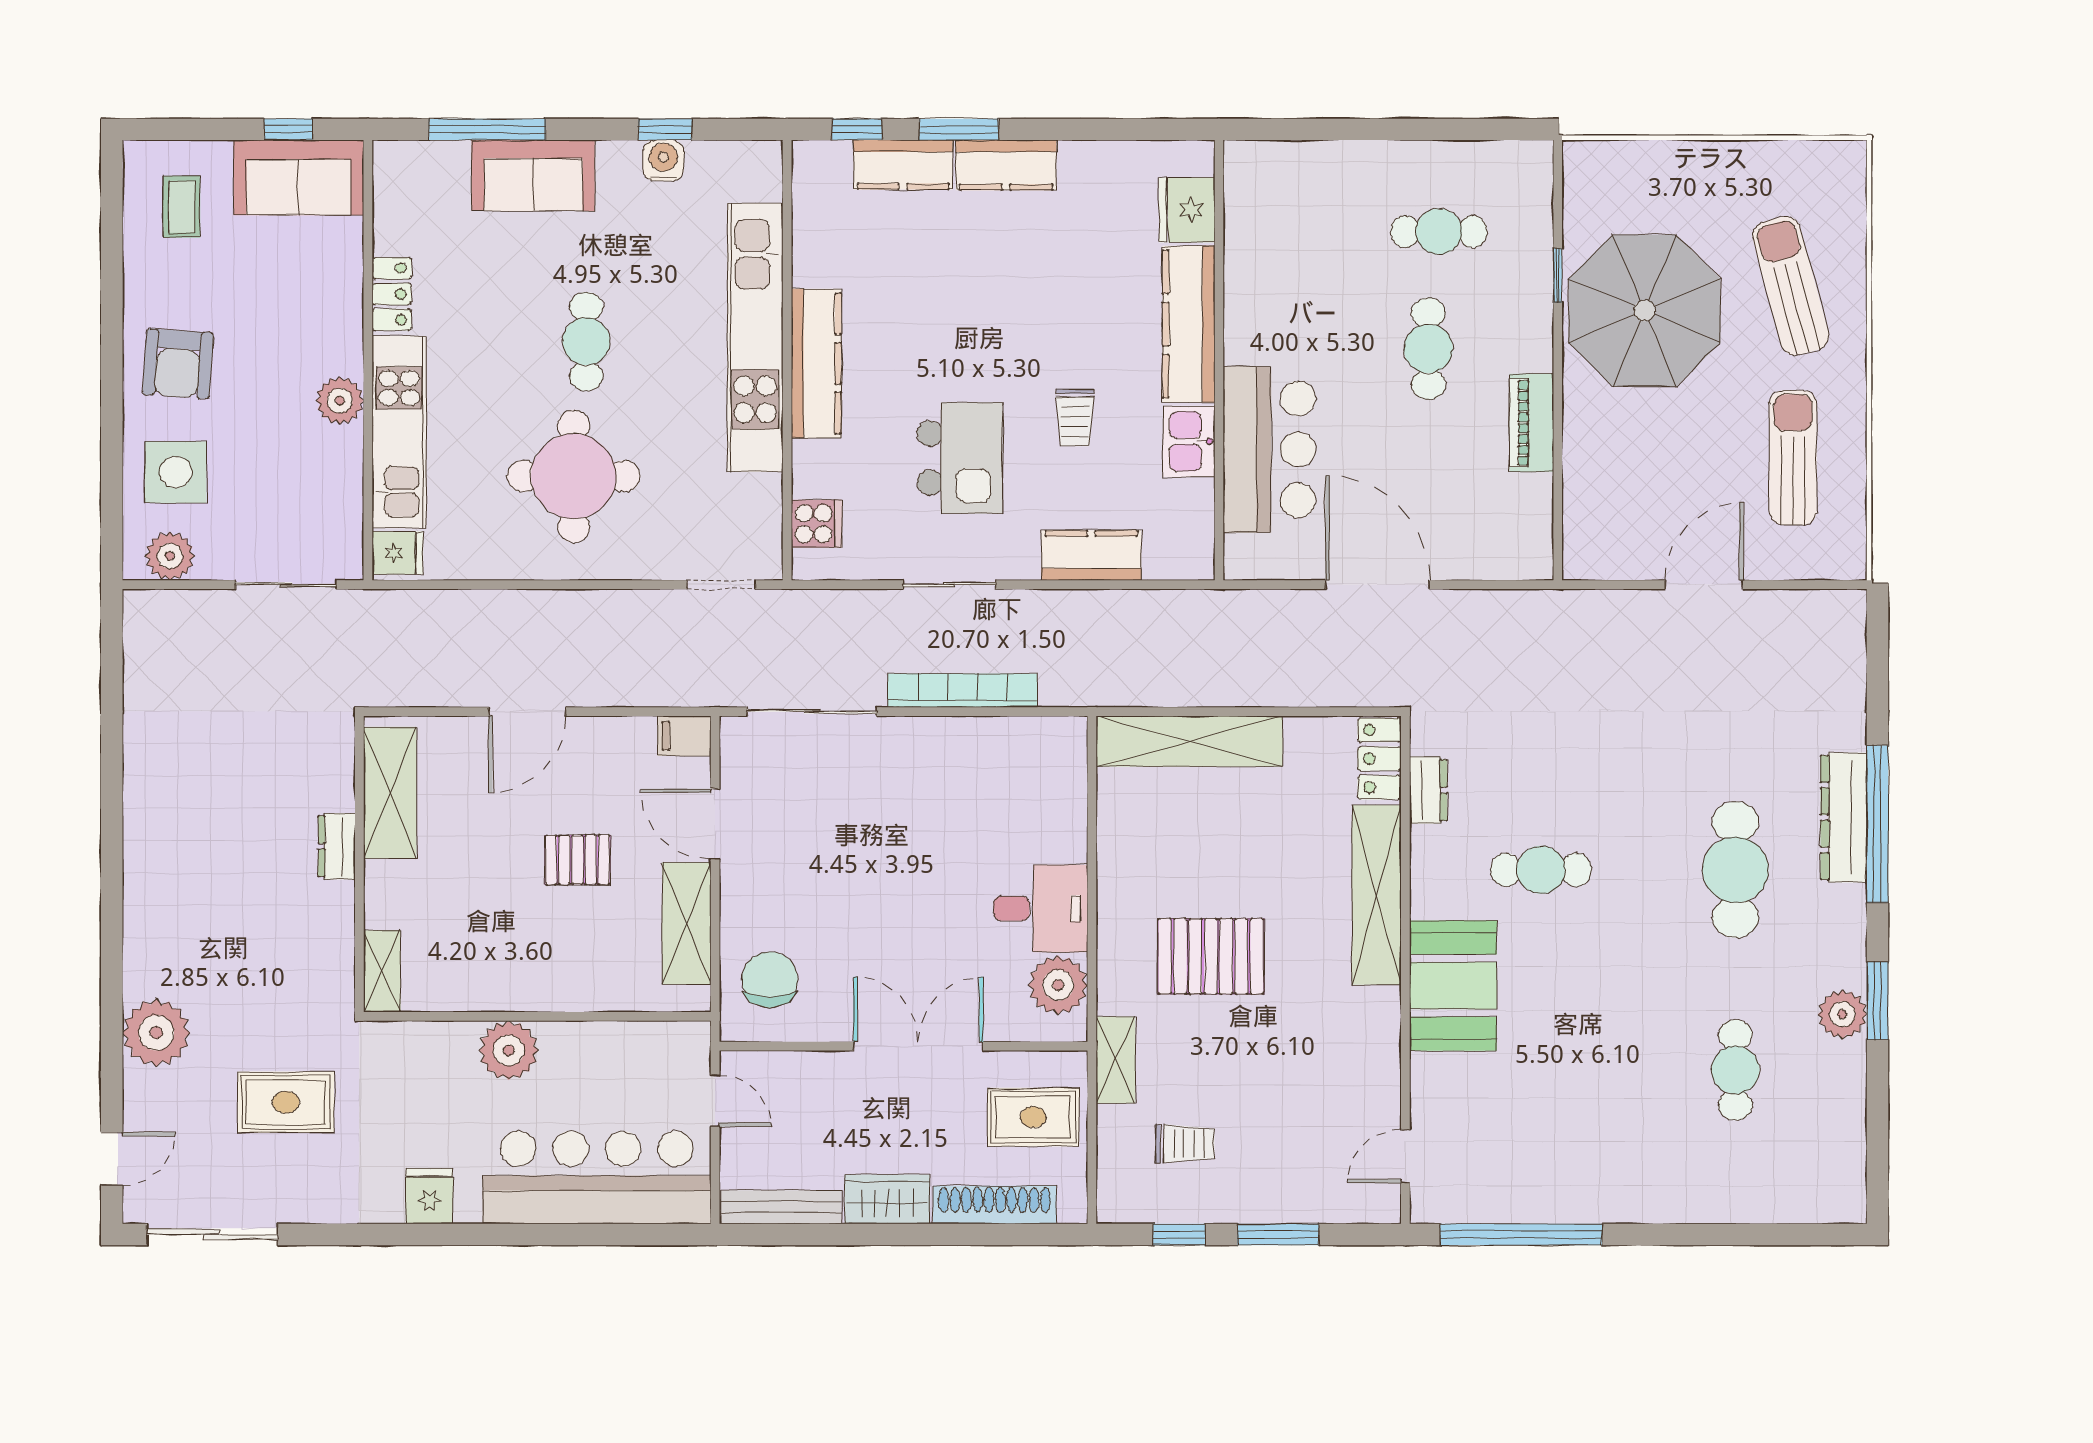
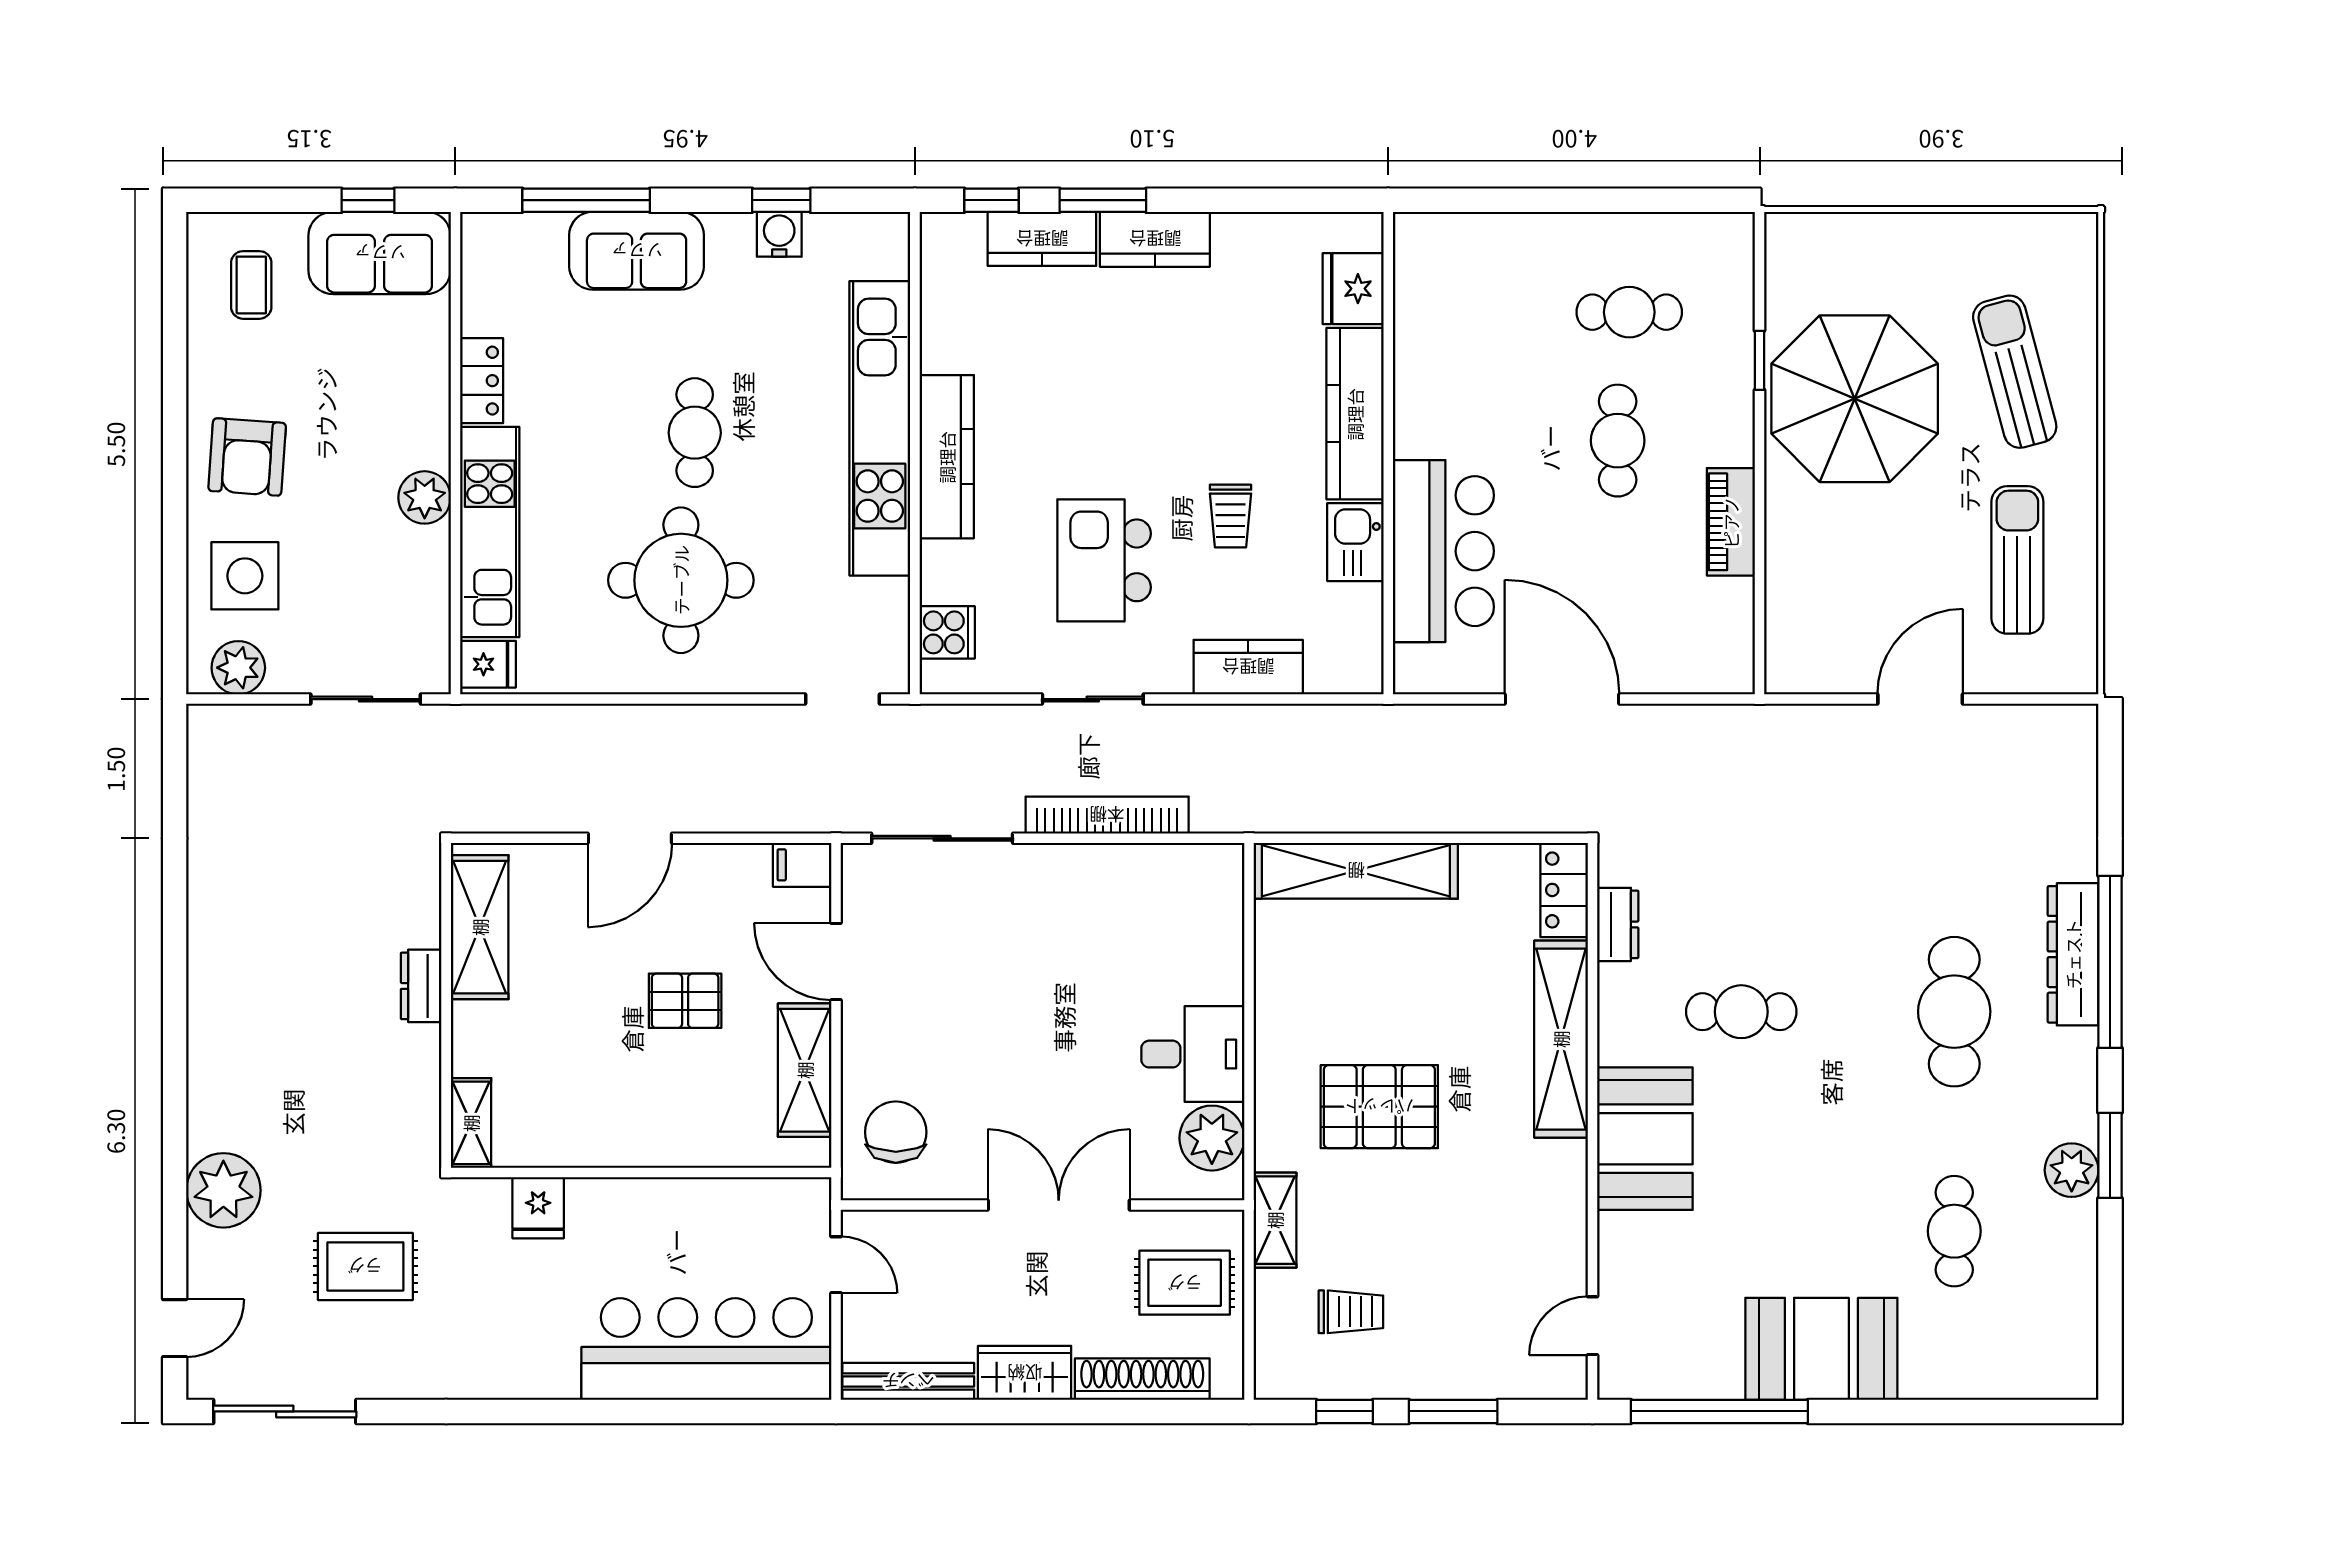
kitchen island: (960, 458) -> (1104, 560), turned 180
plant: (509, 1050) -> (610, 1210), removed
booth: (1614, 1177) -> (1821, 1349), added
fridge: (429, 1196) -> (538, 1208), moved, turned 180

